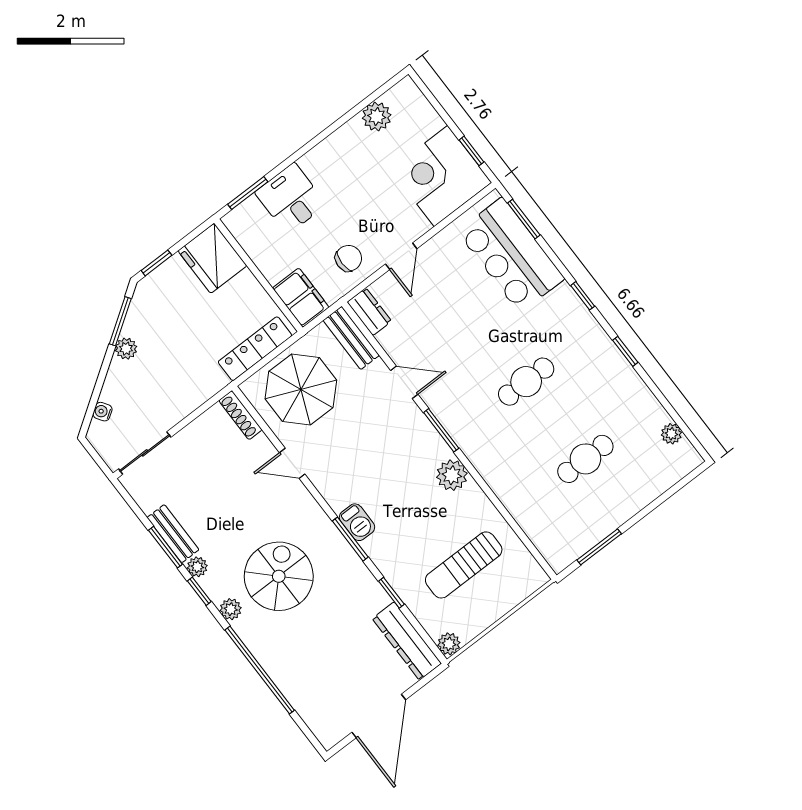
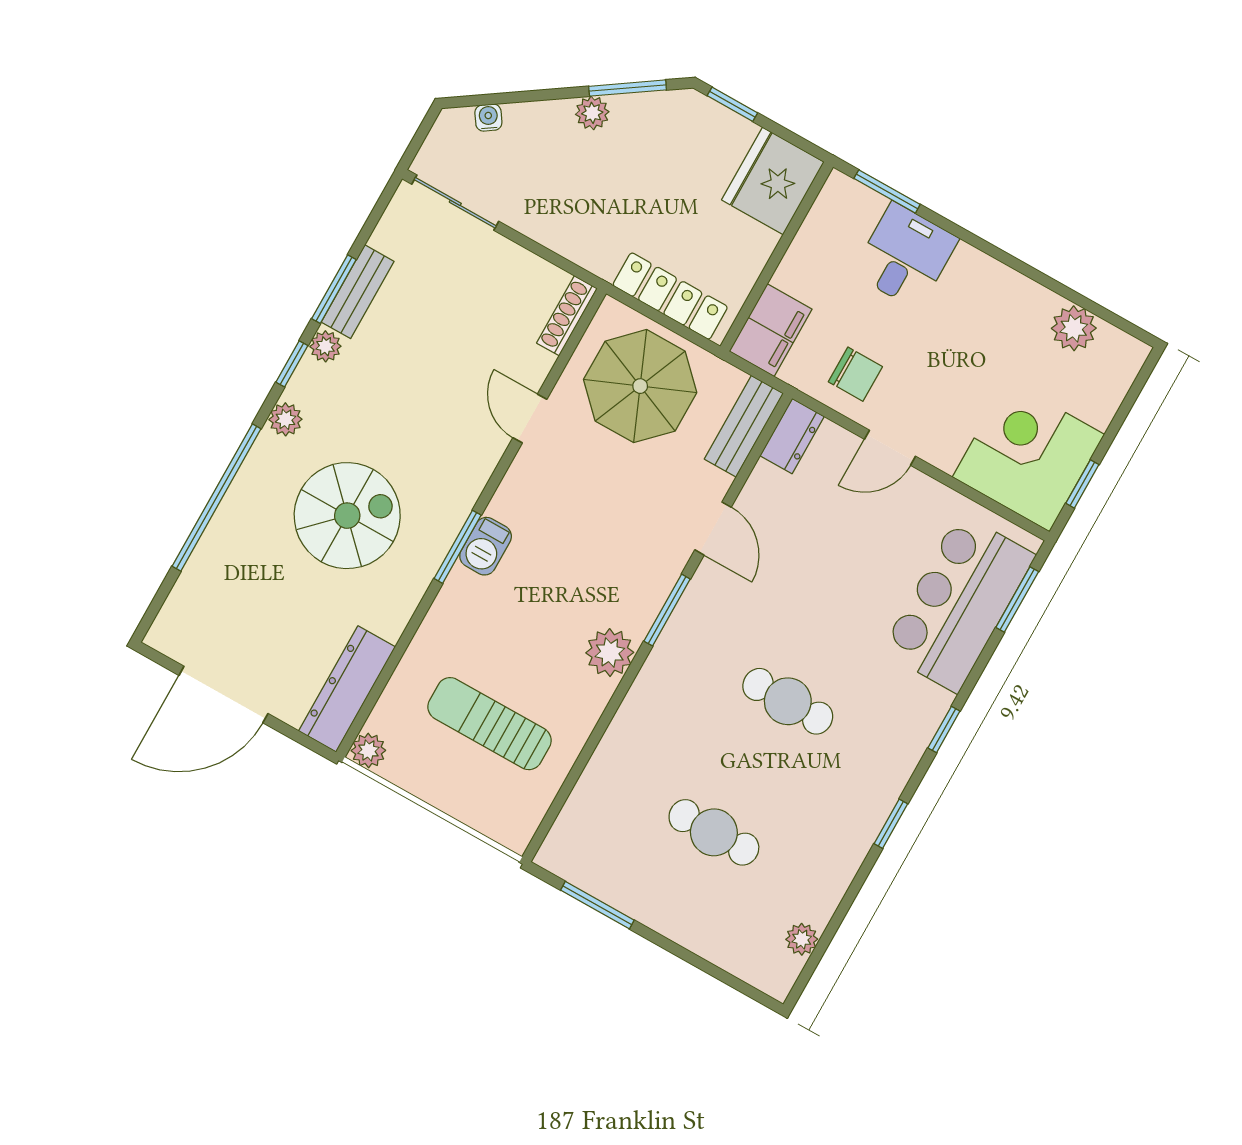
spiral stairs: (279, 576) -> (347, 516), moved
window: (391, 593) -> (406, 638), removed

